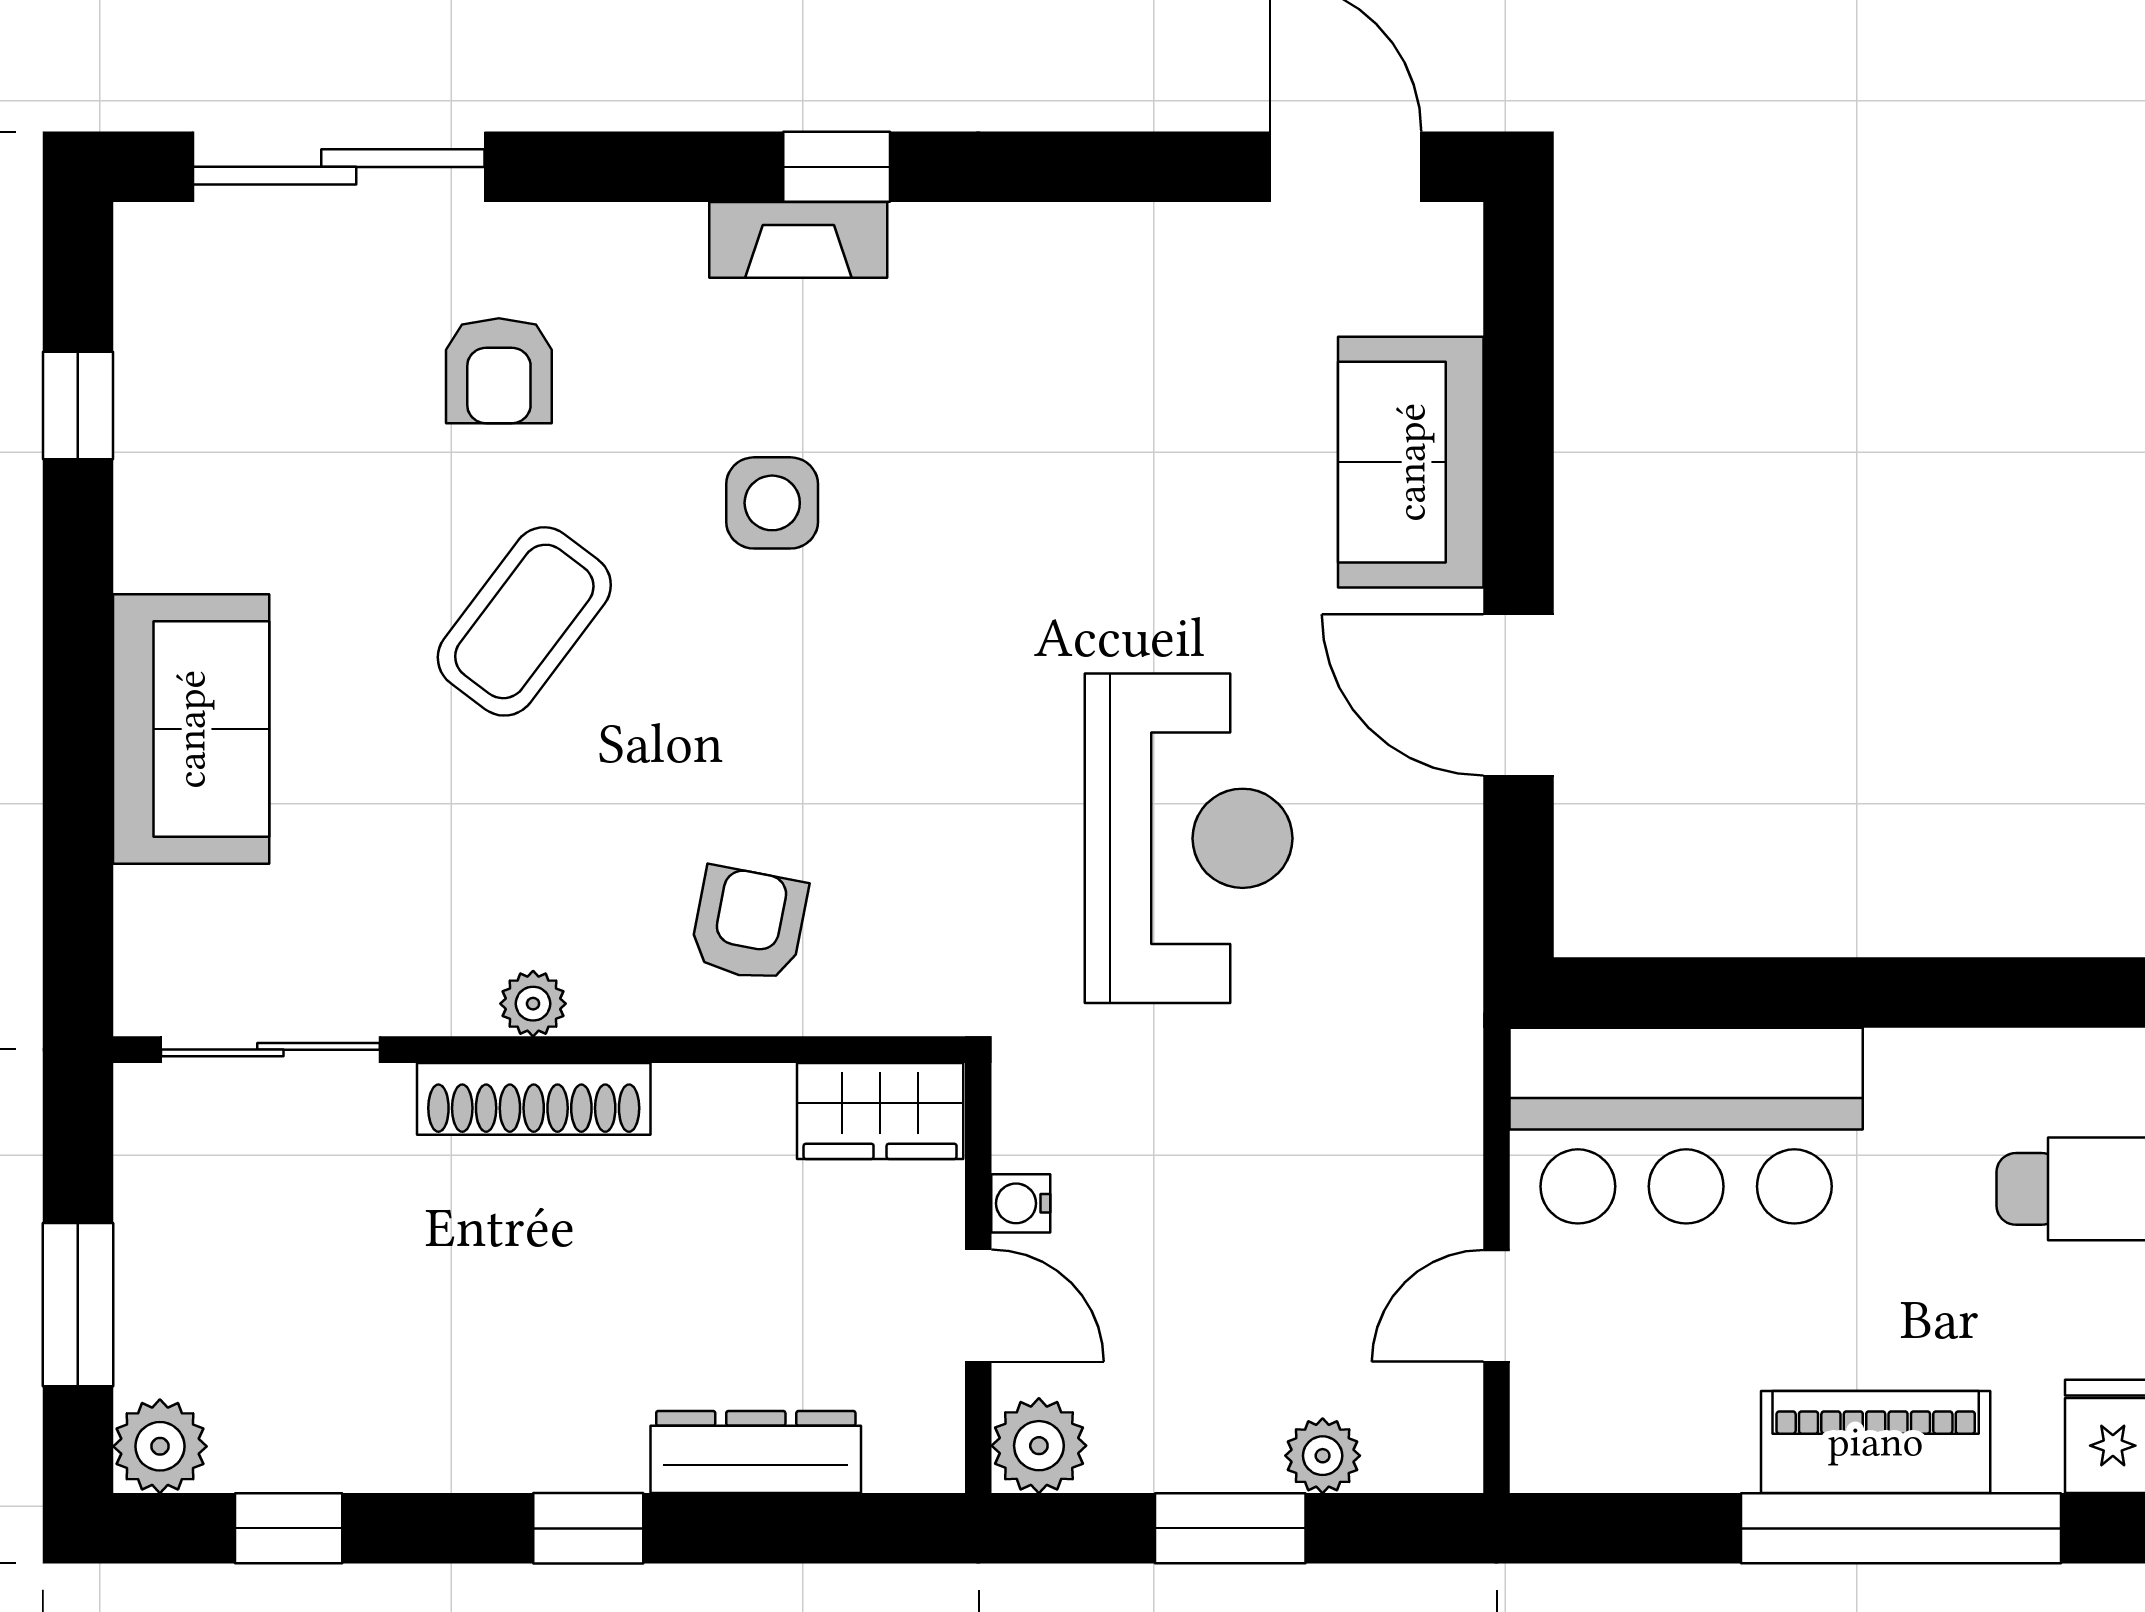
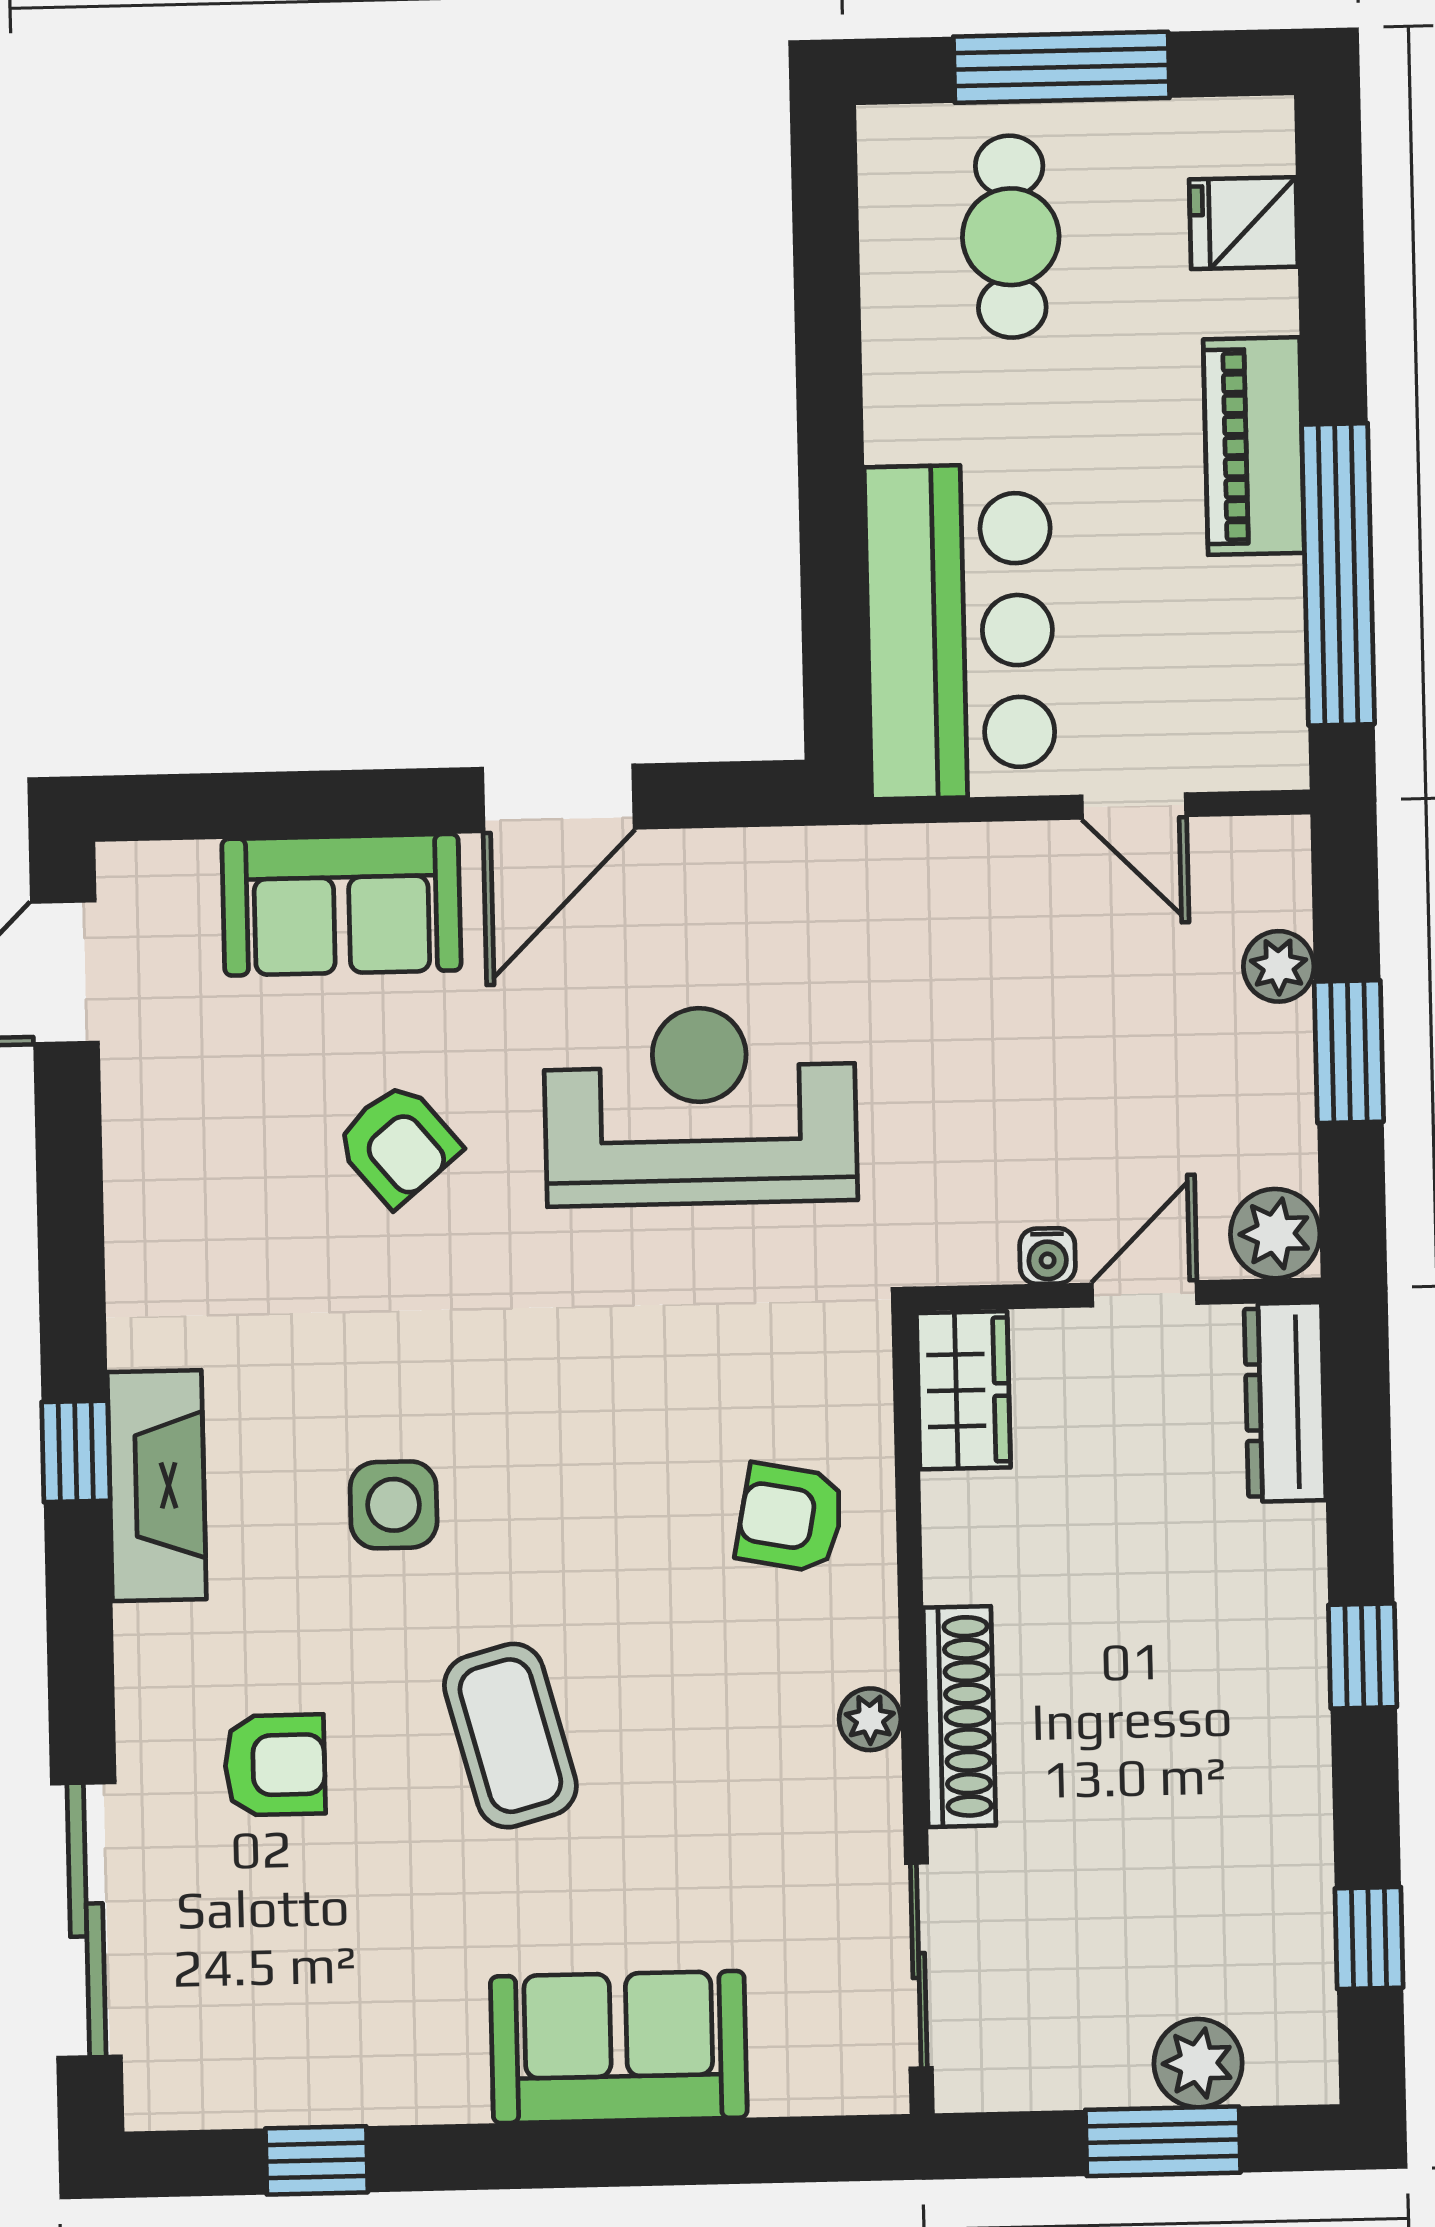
fireplace: (798, 240) -> (157, 1486), width x1.37, depth x1.32
armchair: (1155, 516) -> (397, 1144), added
coffee table: (524, 621) -> (510, 1736), turned 38
plant: (160, 1446) -> (1198, 2063), moved
dresser: (756, 1452) -> (1285, 1402), moved
window: (1901, 1528) -> (1338, 574), moved

